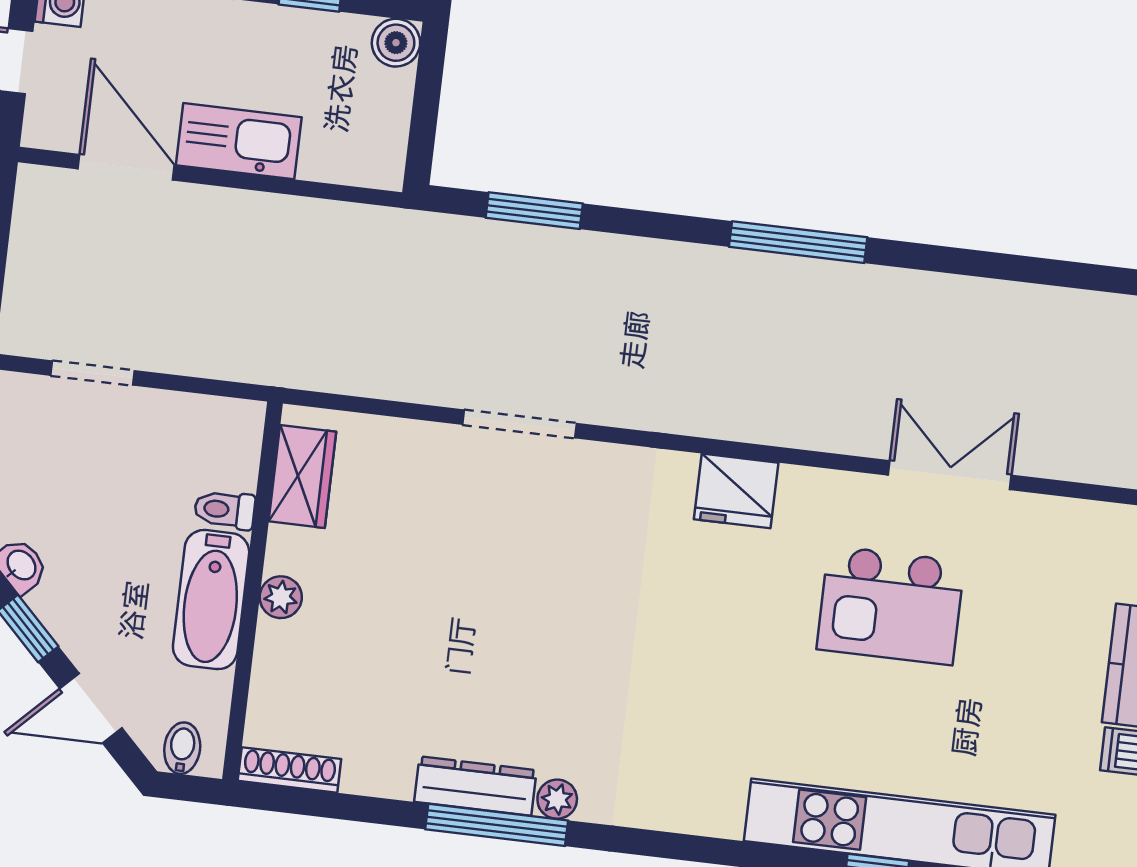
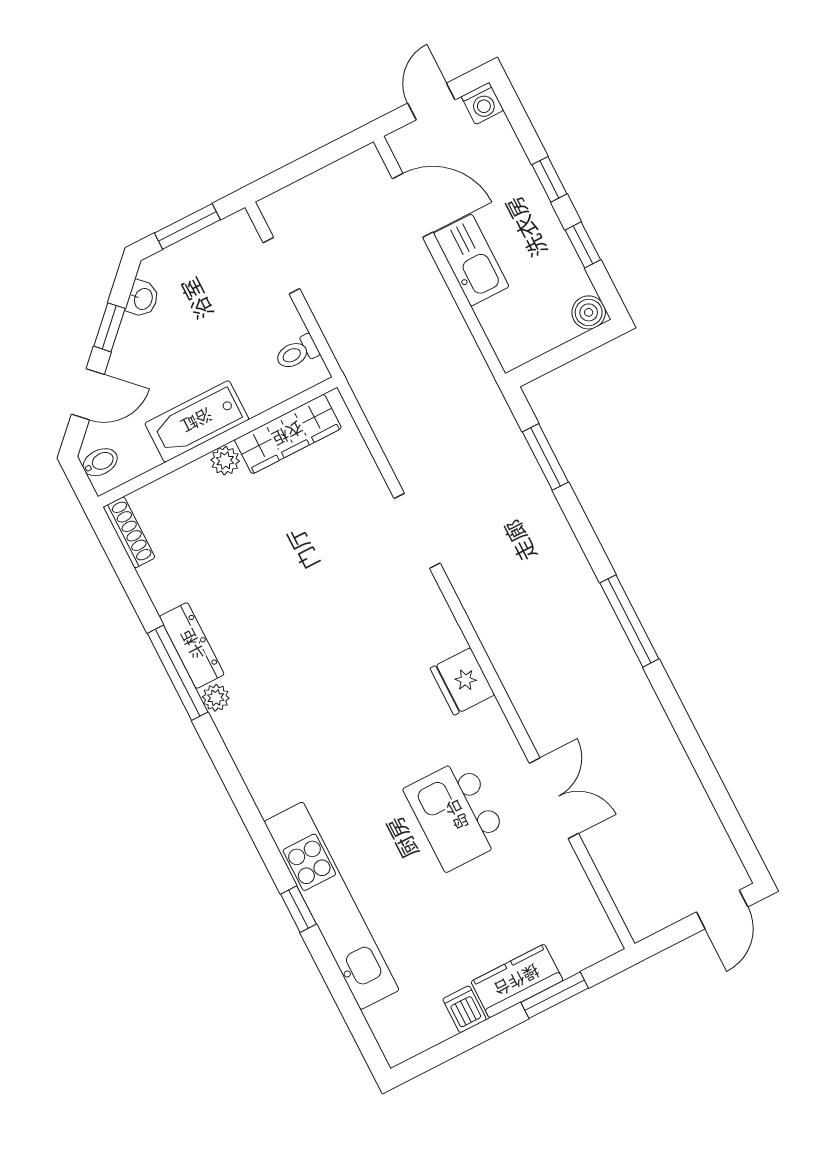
door: (126, 167) -> (413, 205), hinge flipped
wardrobe: (302, 476) -> (288, 434), width x1.50
toilet: (225, 510) -> (297, 353), moved, turned -90
door: (91, 708) -> (88, 394), swing flipped

